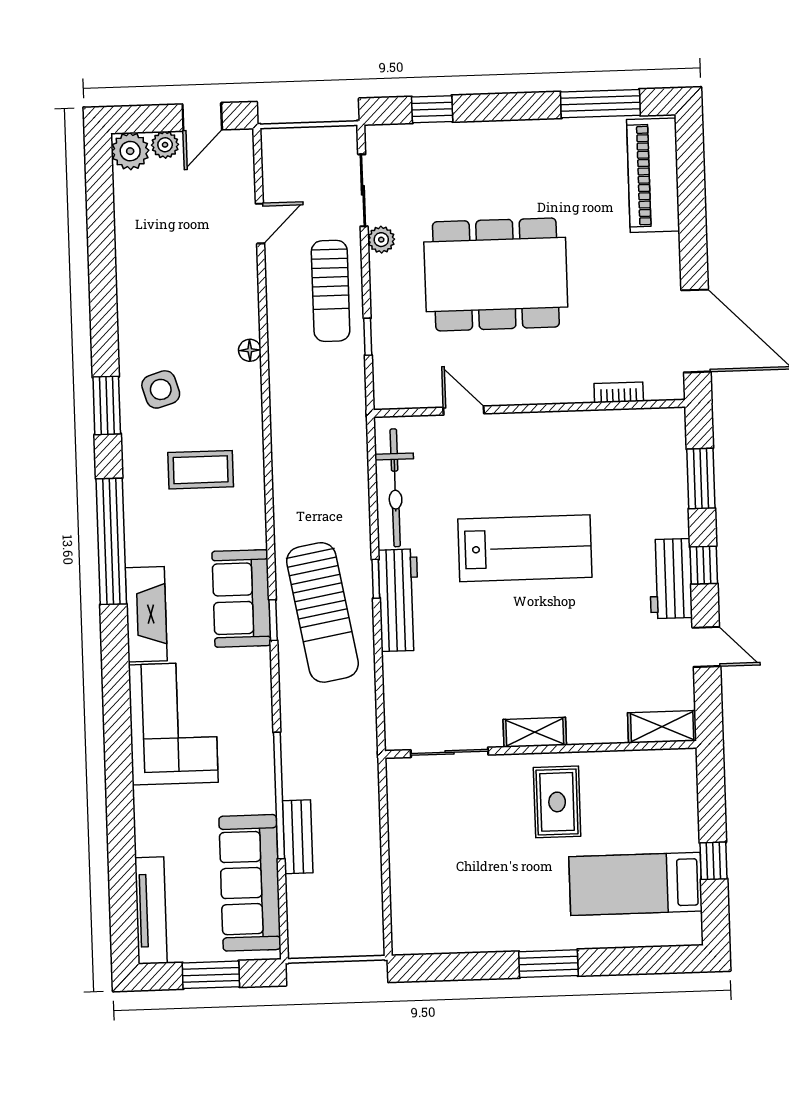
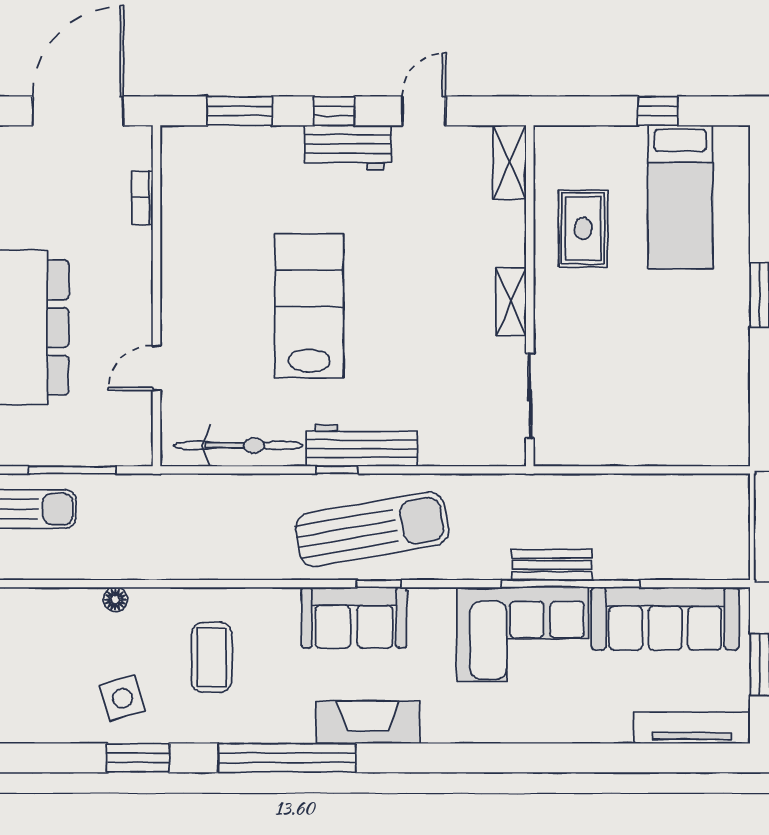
window: (368, 337) -> (72, 470), width x2.17
floor lamp: (250, 350) -> (115, 599), moved
corner sofa: (173, 724) -> (523, 634), moved, turned 180
rug: (557, 802) -> (583, 229), moved, turned 90
bench: (298, 837) -> (552, 565), moved

